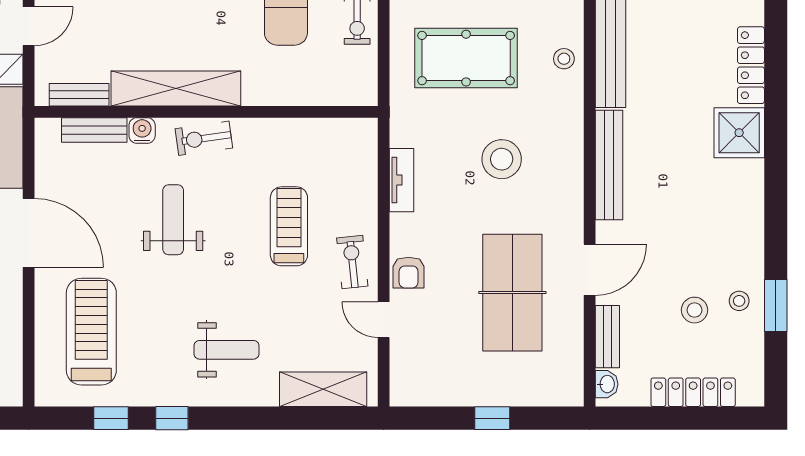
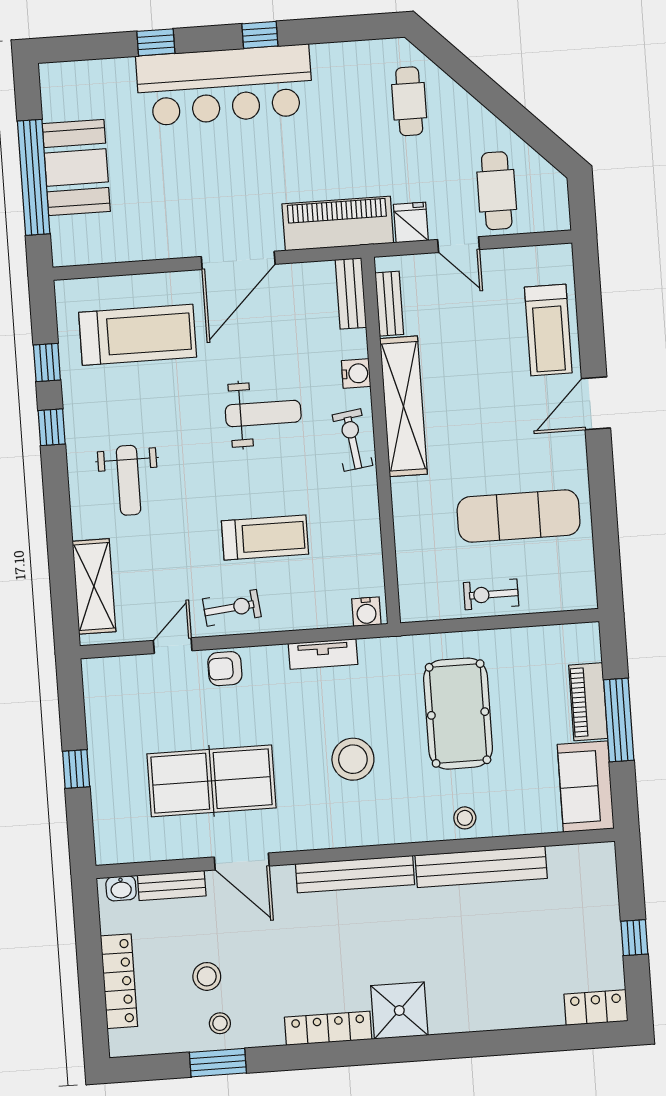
locker: (751, 65) -> (328, 1028), moved
bench: (94, 130) -> (351, 293), moved
water cooler: (365, 137) -> (366, 612), added

